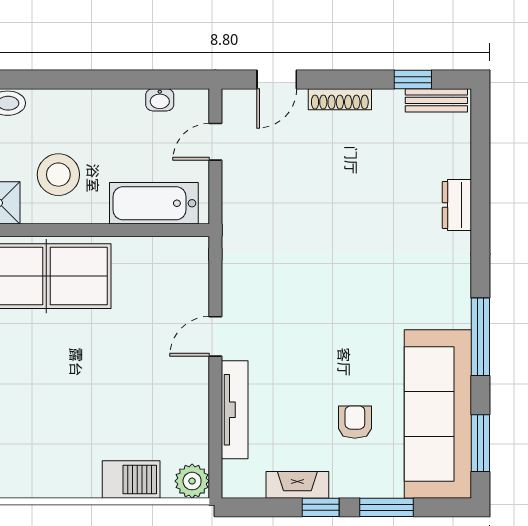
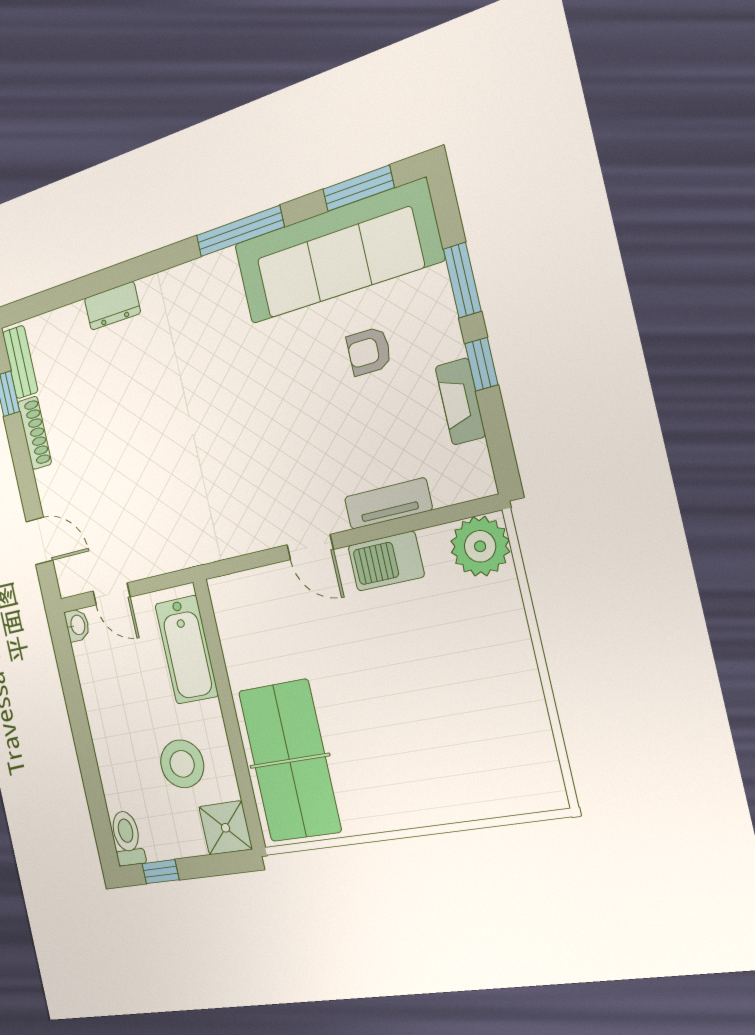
shoe rack: (340, 99) -> (35, 433), moved
washbasin: (160, 100) -> (77, 625), moved
tv unit: (235, 410) -> (388, 503), width x0.71
barbecue: (131, 479) -> (386, 561), moved, turned -90
plant: (192, 481) -> (480, 546), width x1.36, depth x1.36

